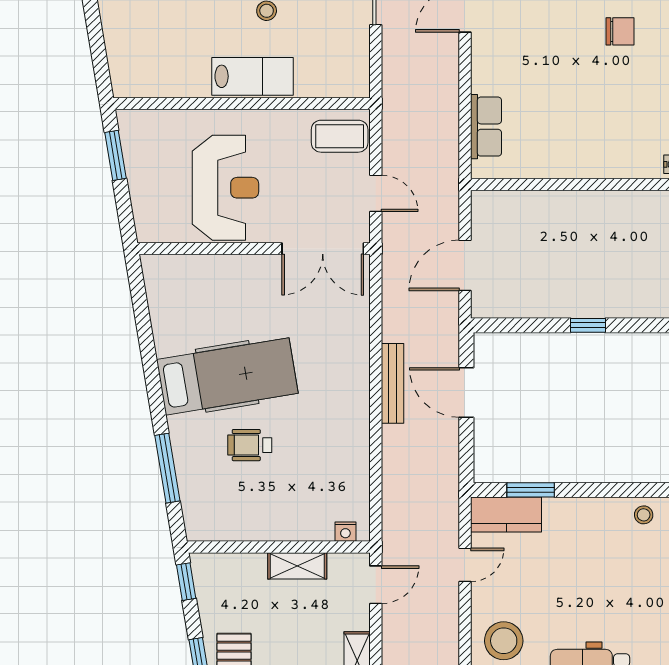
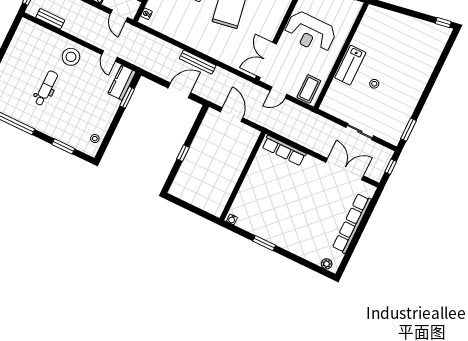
chair: (620, 31) -> (297, 224), removed
row of seats: (486, 127) -> (284, 150), width x1.48

